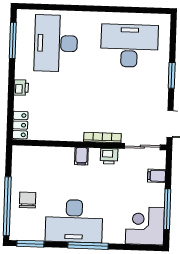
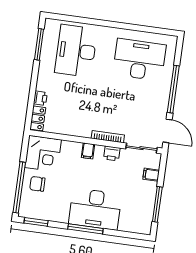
window: (172, 75) -> (173, 89), width x2.11
printer: (21, 88) -> (40, 98), moved
chair: (28, 200) -> (37, 184), turned -90
desk: (74, 221) -> (95, 209), moved
corner desk: (145, 226) -> (43, 154), moved, turned 180

